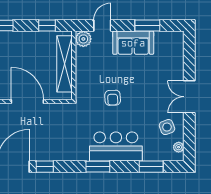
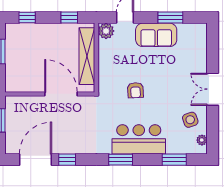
door: (27, 101) -> (61, 94), moved

